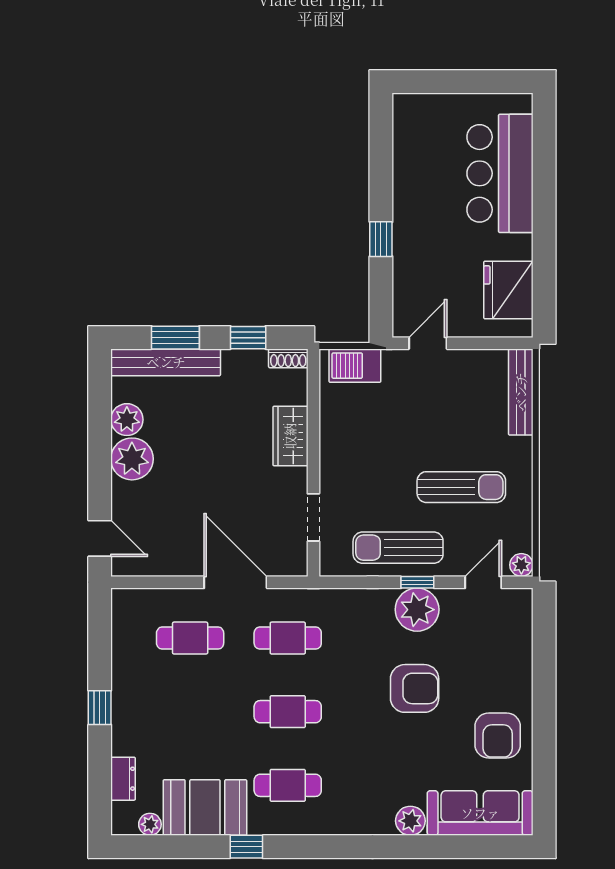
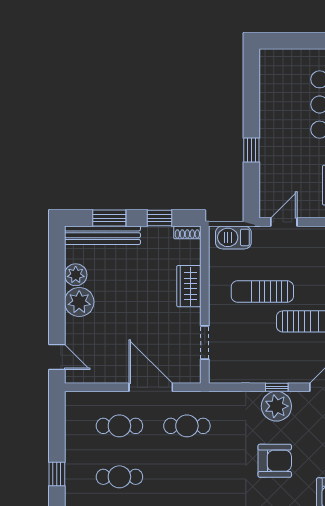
sun lounger: (398, 548) -> (262, 292), moved
cafe table: (288, 712) -> (119, 477), moved

